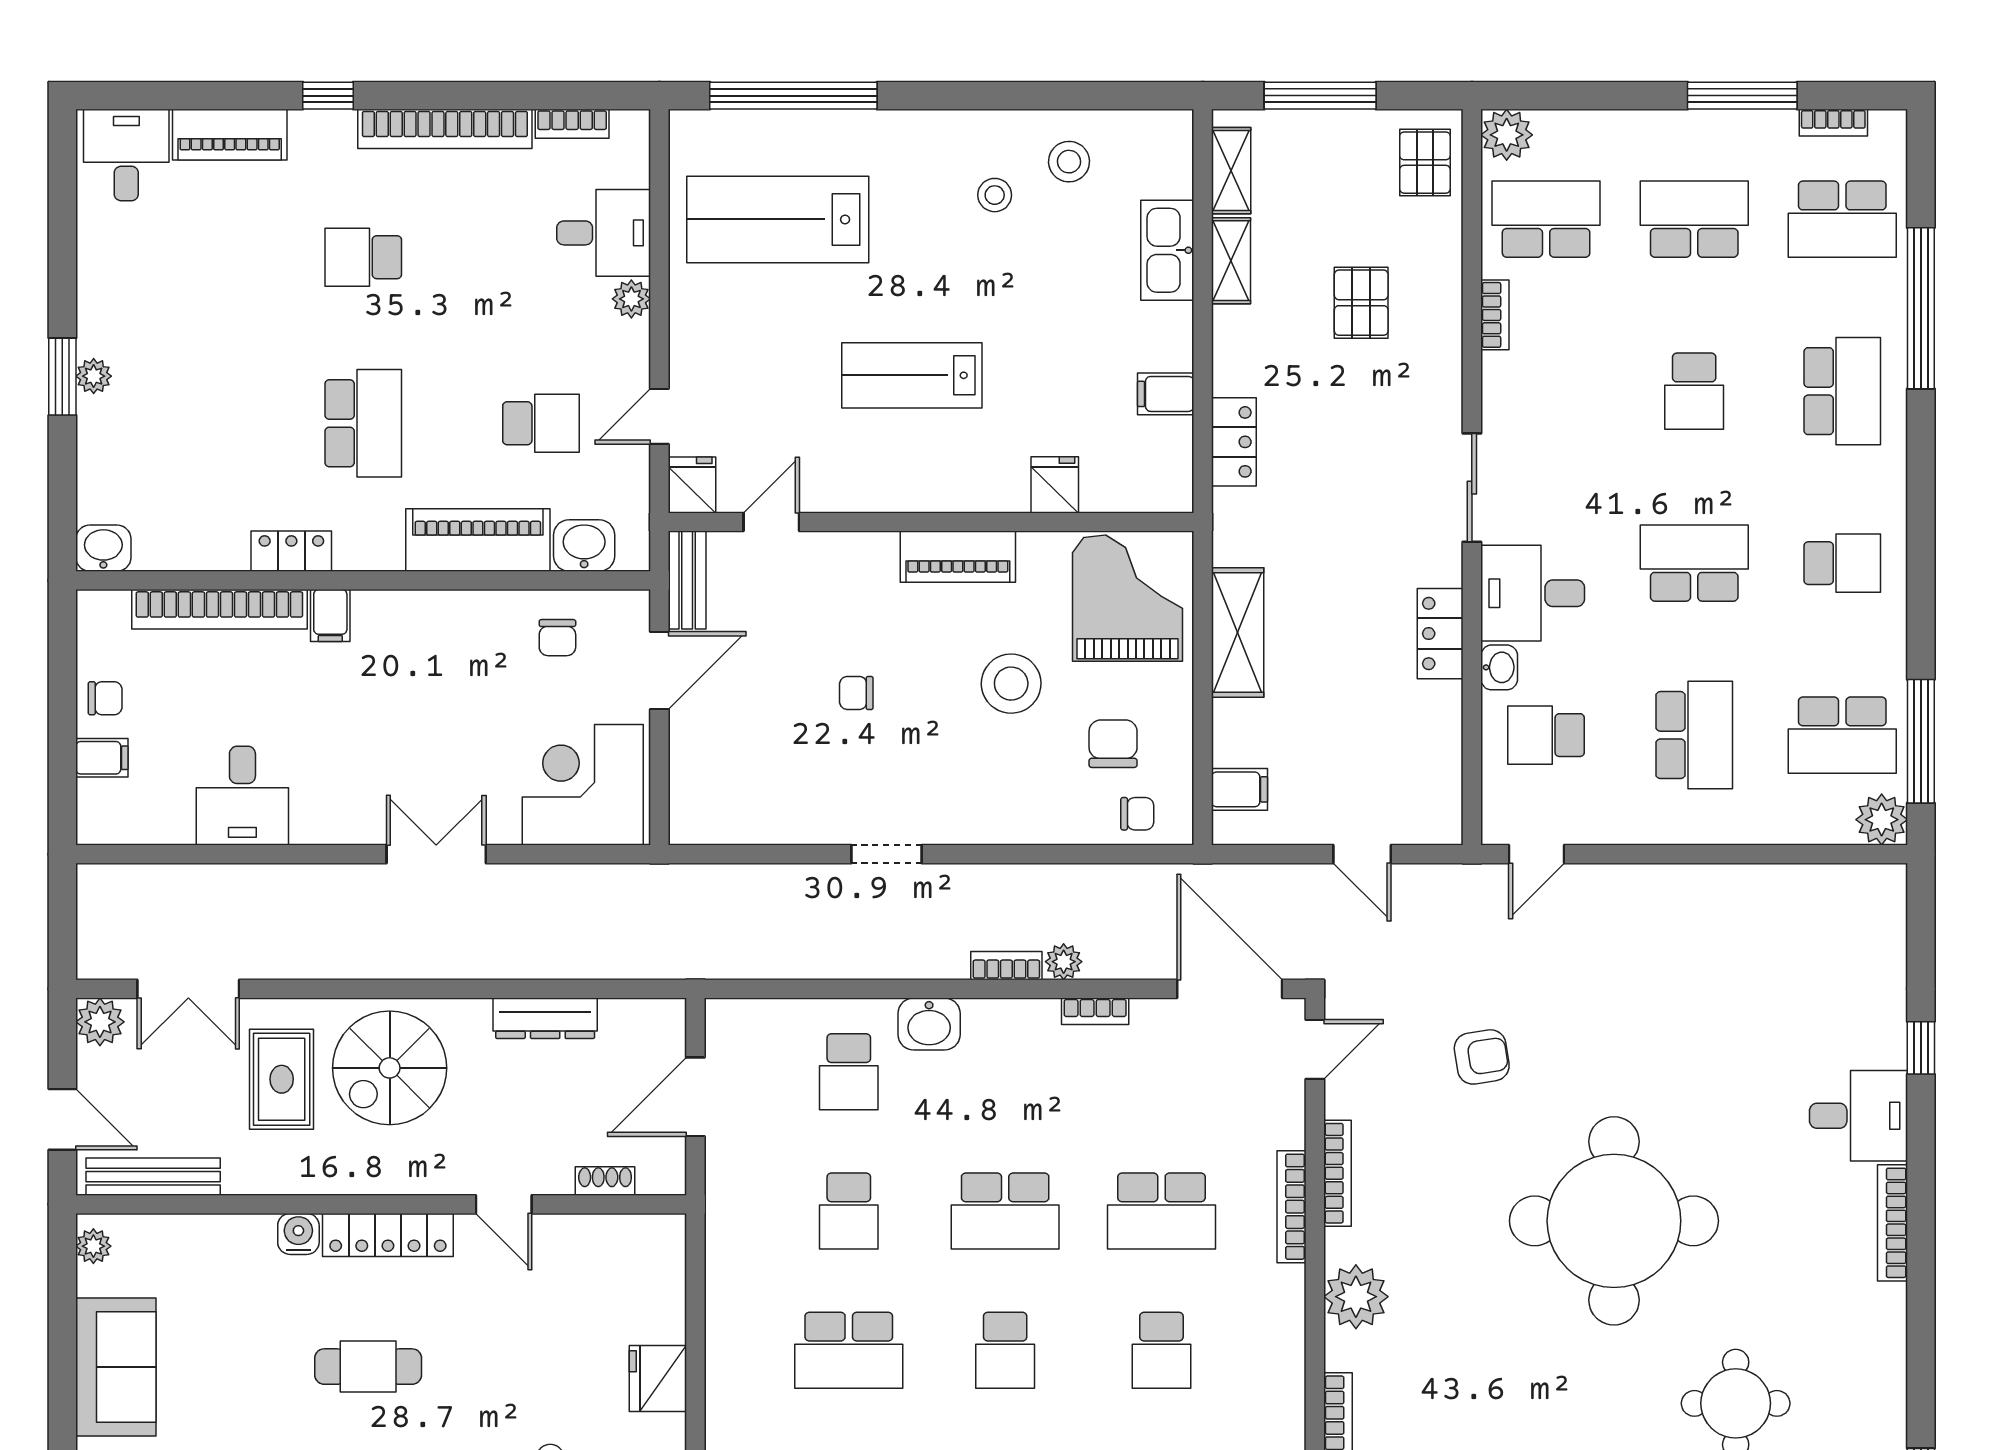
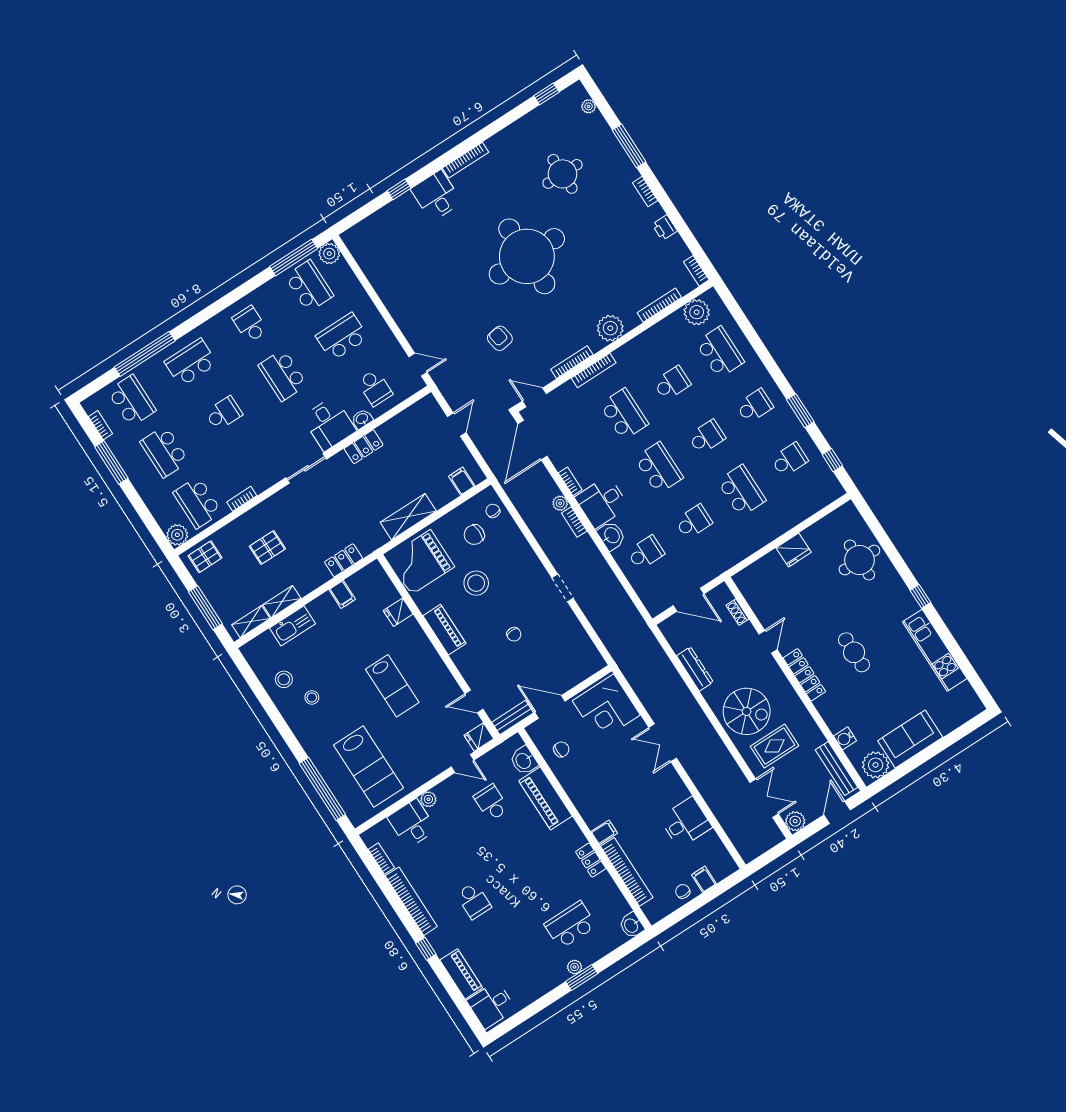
school desk: (363, 423) -> (570, 925), moved
desk: (1011, 1049) -> (602, 502), added
water cooler: (298, 1234) -> (845, 738), moved
plant: (93, 1246) -> (876, 765), width x1.88, depth x1.88

